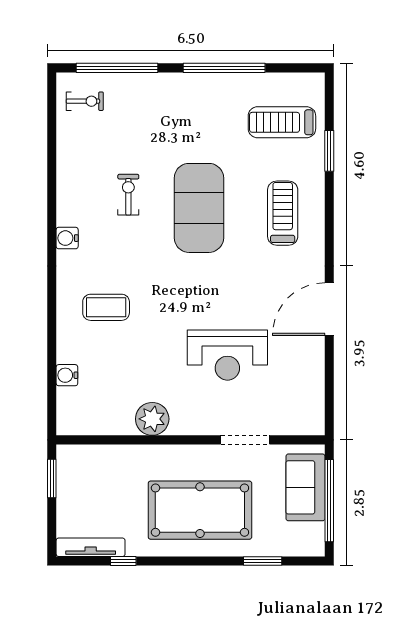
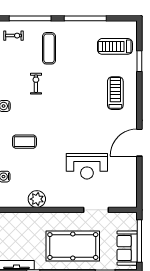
exercise mat: (199, 208) -> (49, 48), moved, width x0.50, depth x0.69
plant: (152, 419) -> (37, 199), moved
sofa: (305, 487) -> (127, 248), moved

